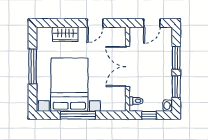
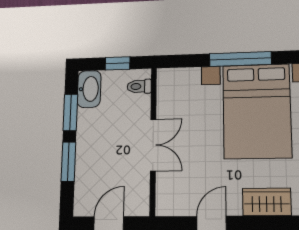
double door: (128, 67) -> (153, 145), width x0.73
washbasin: (168, 106) -> (89, 89), width x1.91, depth x1.45

